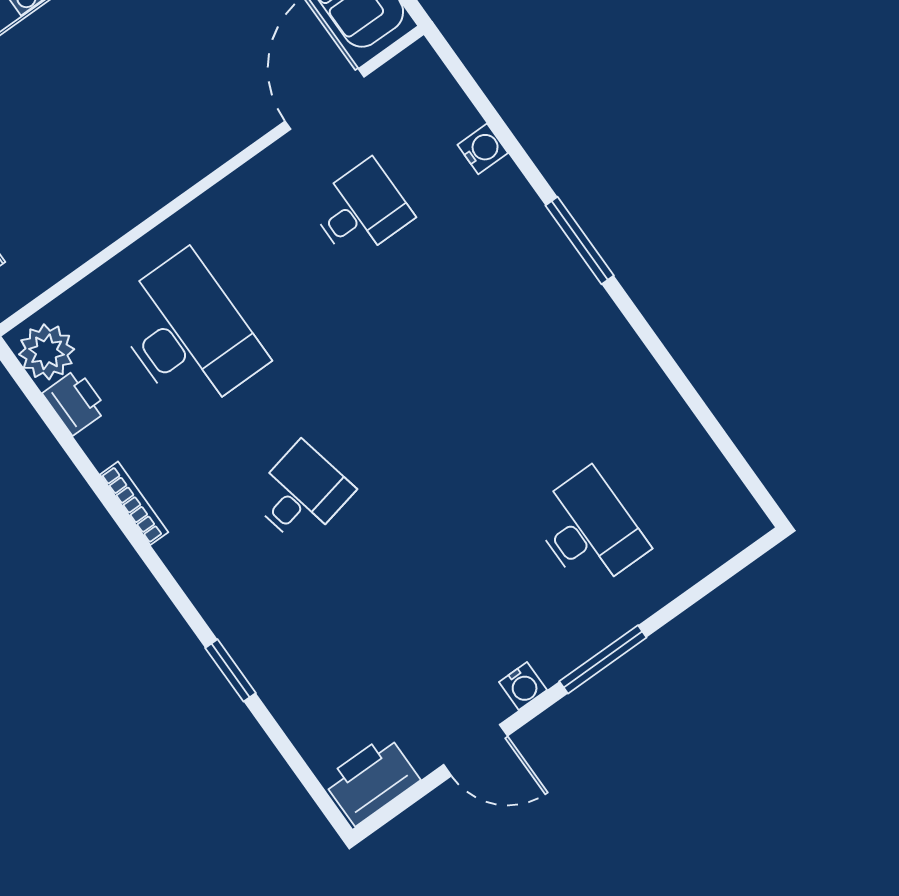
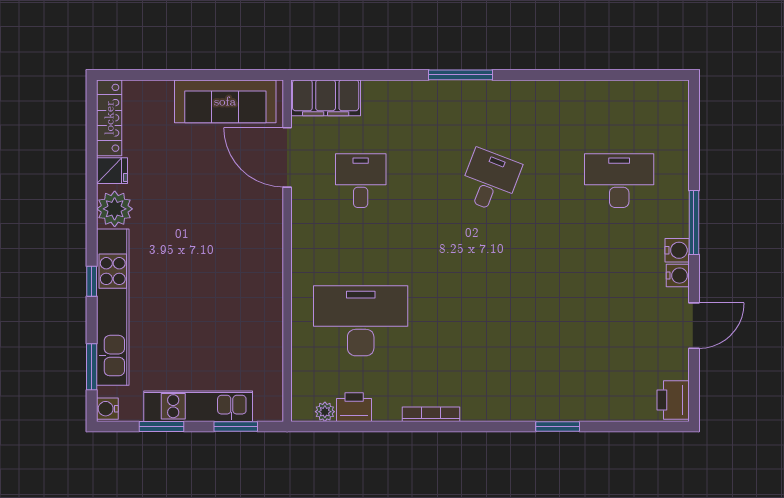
filing cabinet: (432, 94) -> (326, 98), added
water cooler: (483, 149) -> (677, 250), moved, turned 90
plant: (47, 352) -> (325, 412), width x0.53, depth x0.53
desk: (302, 494) -> (490, 181), moved, turned 33
printer: (371, 780) -> (673, 400), width x0.73, depth x0.84

